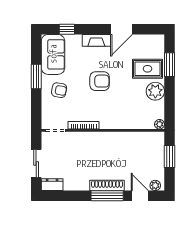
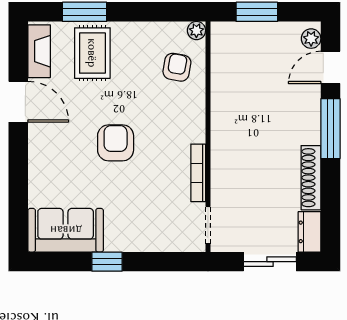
window: (67, 29) -> (18, 204), removed
fireplace: (96, 40) -> (39, 51), moved
window: (36, 77) -> (107, 262), width x0.67
armchair: (59, 90) -> (177, 67), moved
plant: (155, 91) -> (134, 38), removed
shoe rack: (107, 185) -> (311, 178), moved

